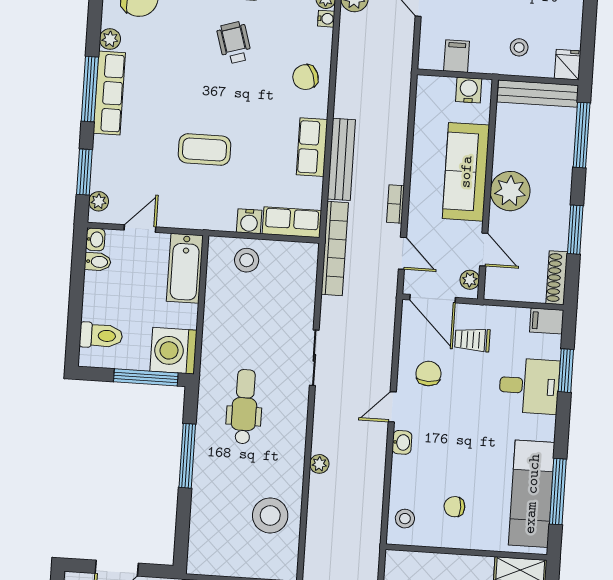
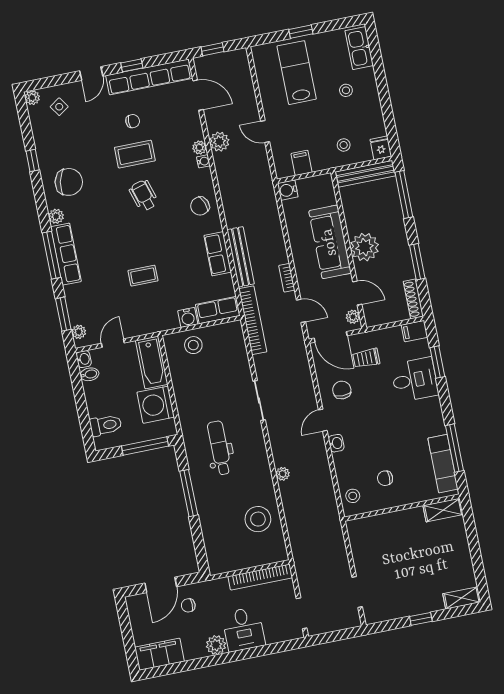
water cooler: (469, 90) -> (288, 190), moved, turned -90
coffee table: (204, 149) -> (143, 276), width x0.73, depth x0.77
washing machine: (173, 351) -> (156, 405), moved
exam couch: (532, 494) -> (443, 464), width x0.73, depth x0.69

